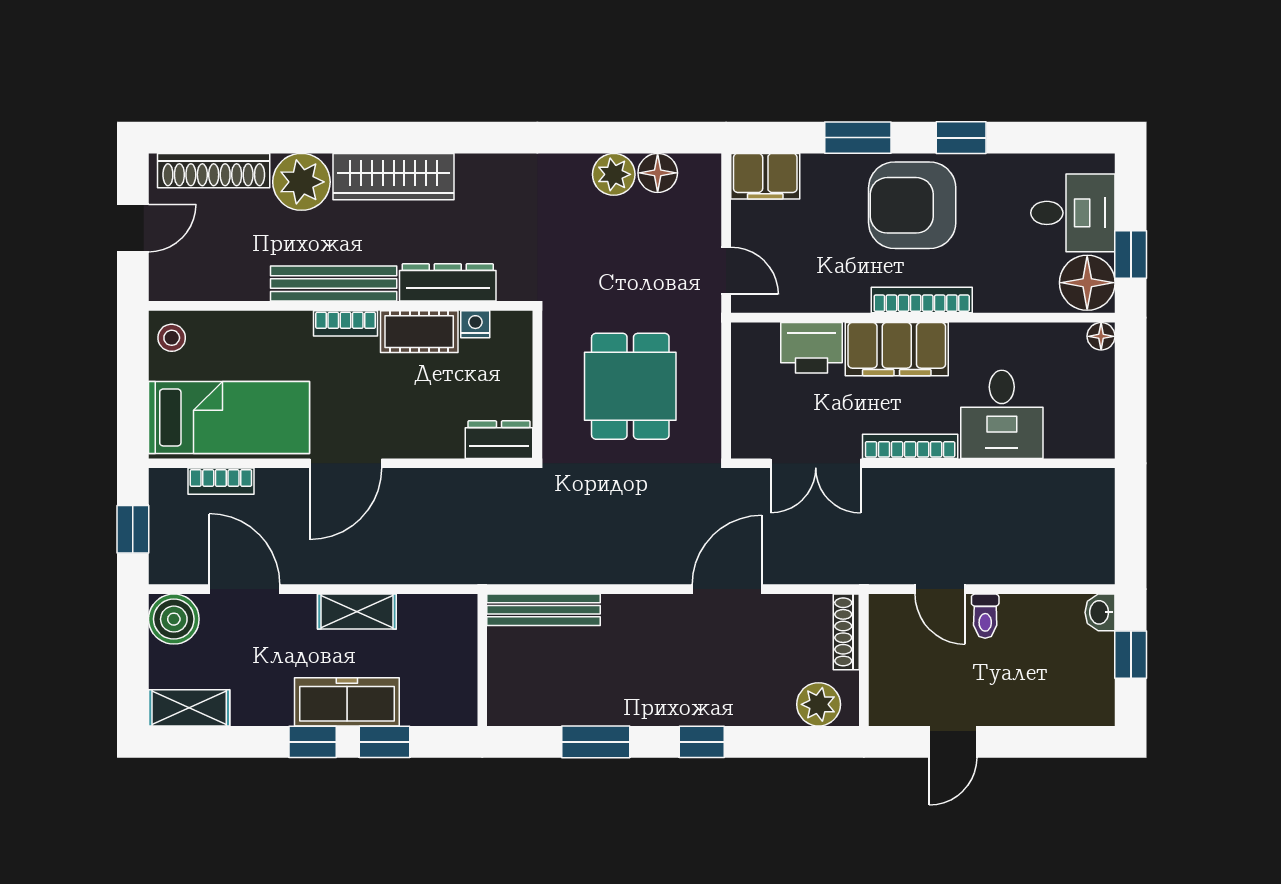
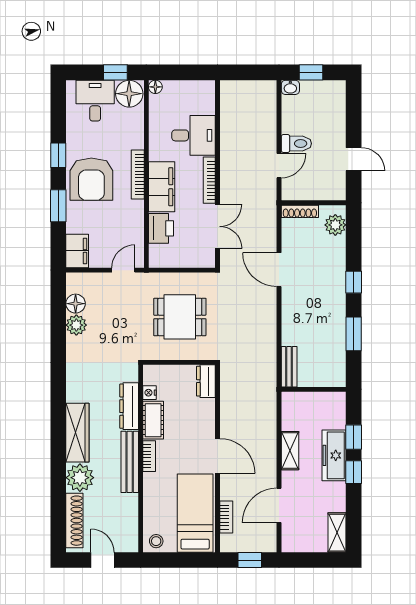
bench: (544, 610) -> (289, 367), width x0.73
toilet: (985, 616) -> (296, 144), width x1.37, depth x1.39
boiler: (174, 619) -> (294, 540), removed

